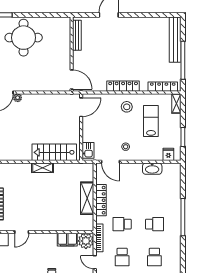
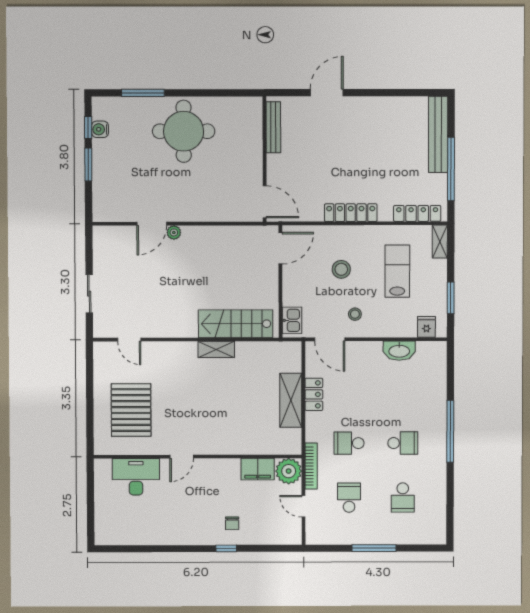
stool: (127, 107) -> (341, 269), moved
locker: (101, 200) -> (314, 394), width x0.66
school desk: (122, 257) -> (349, 498), turned 180

